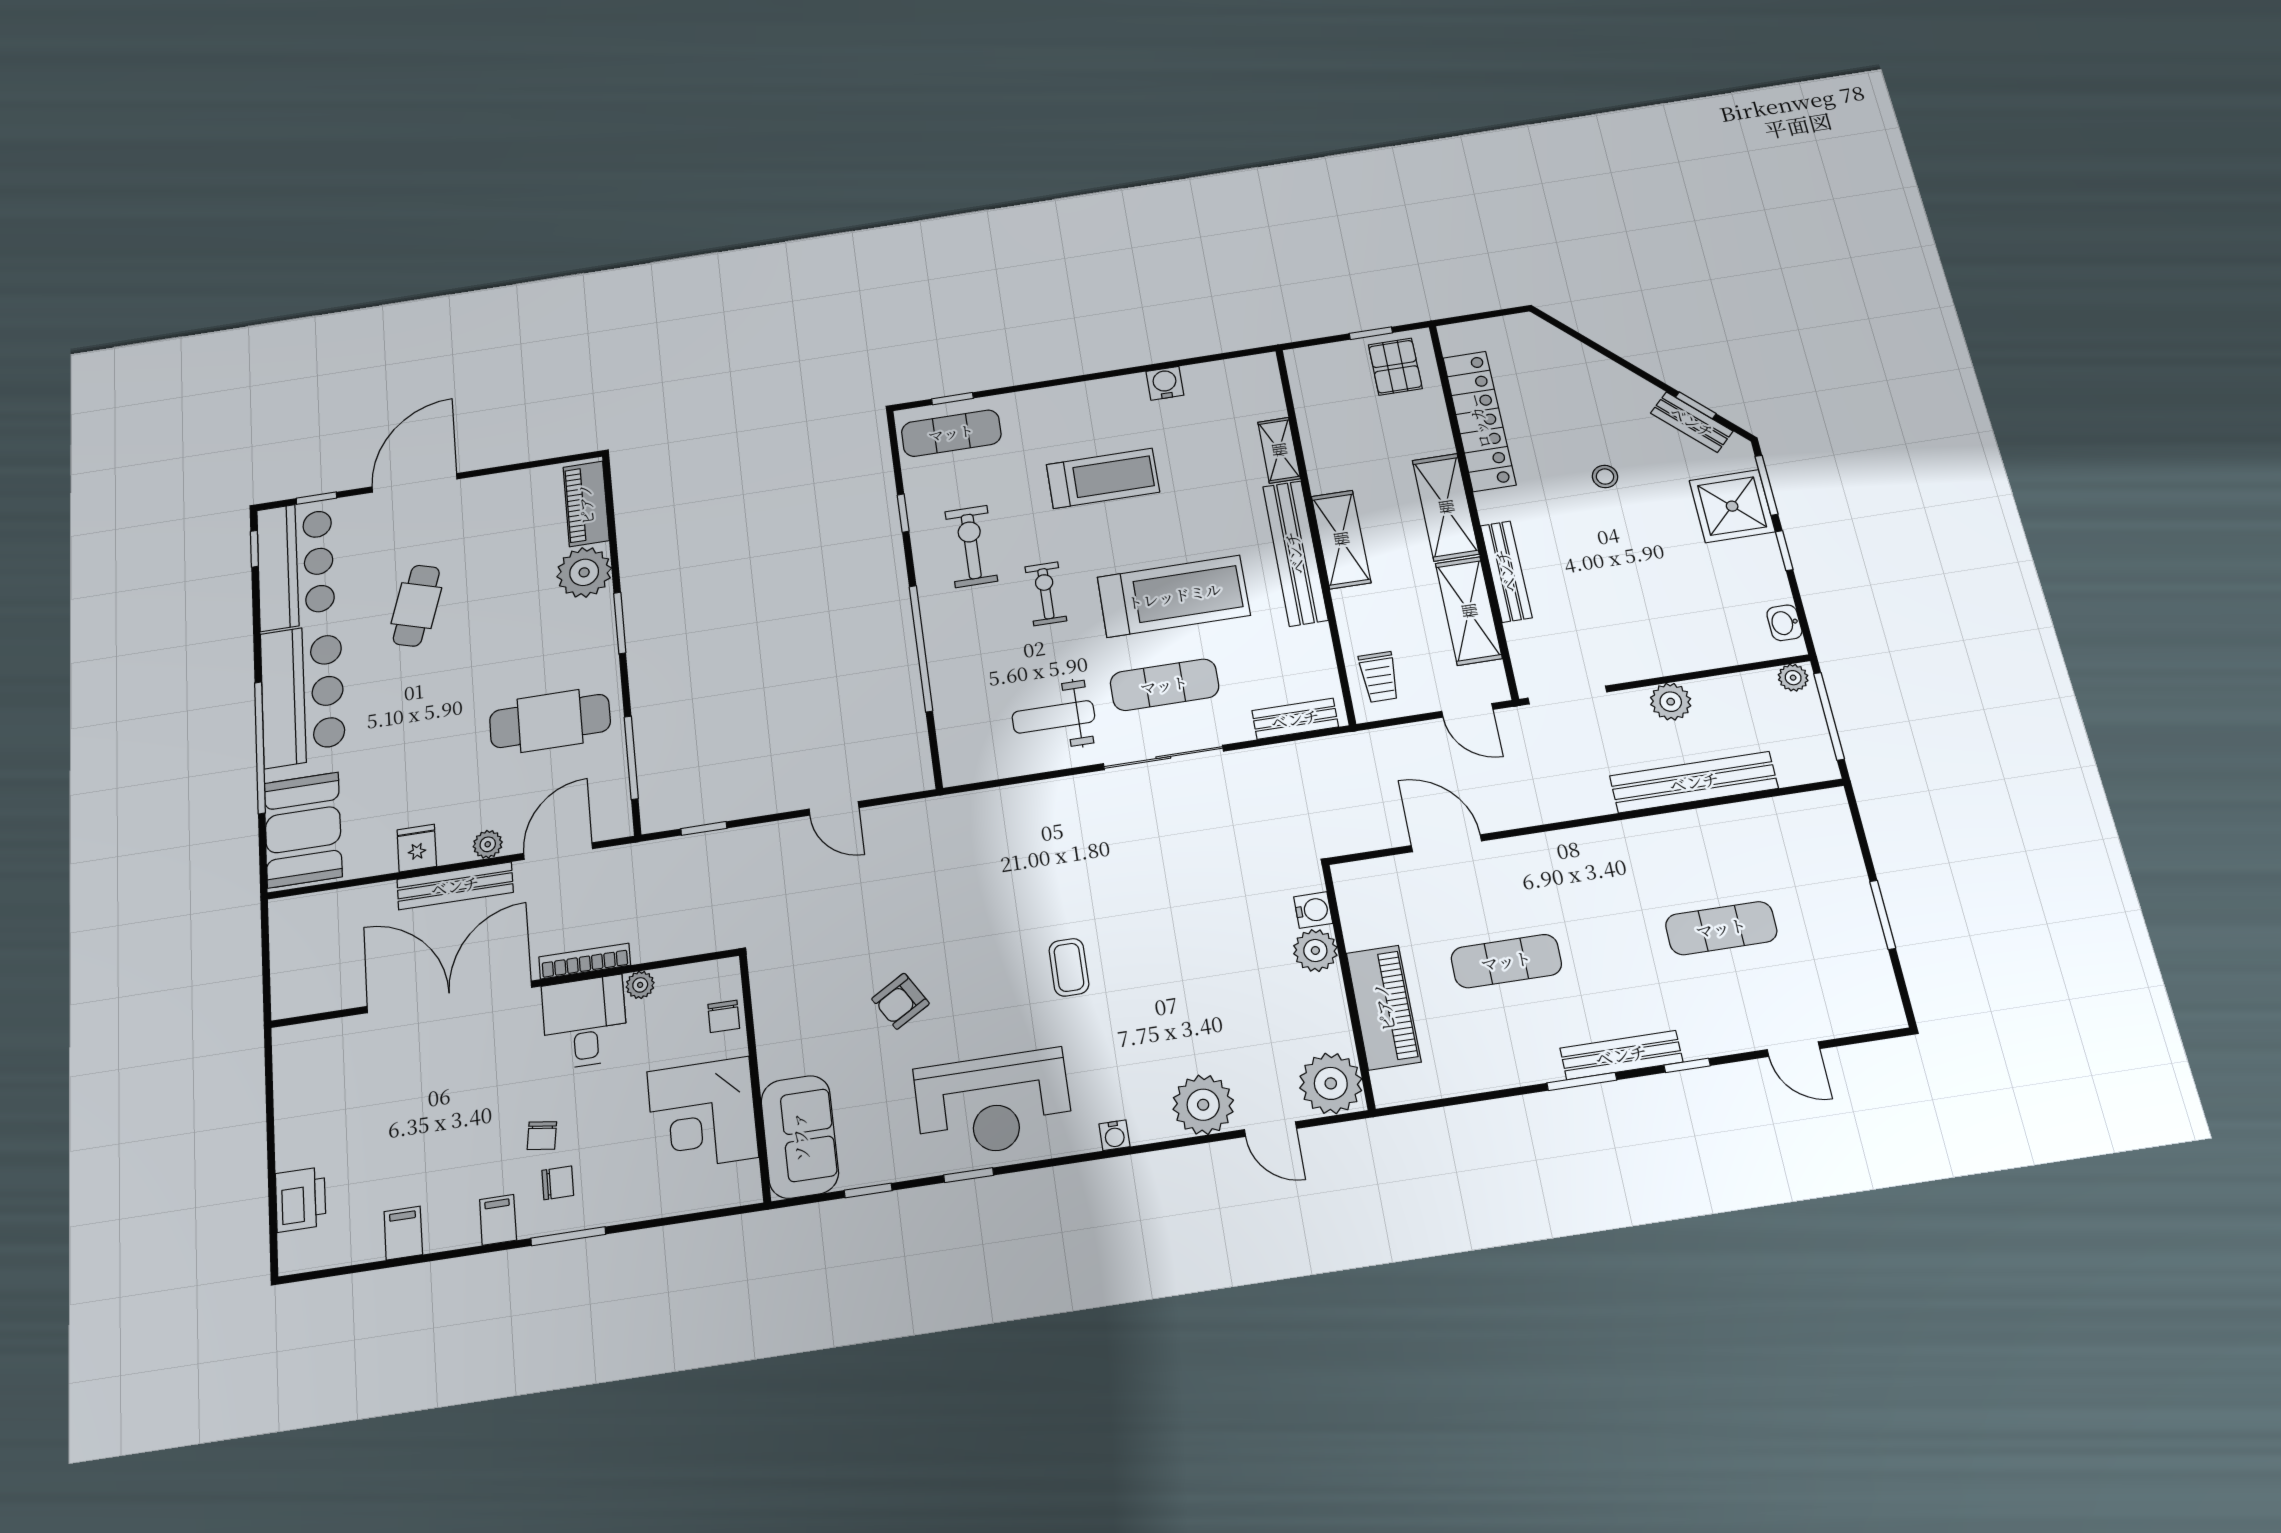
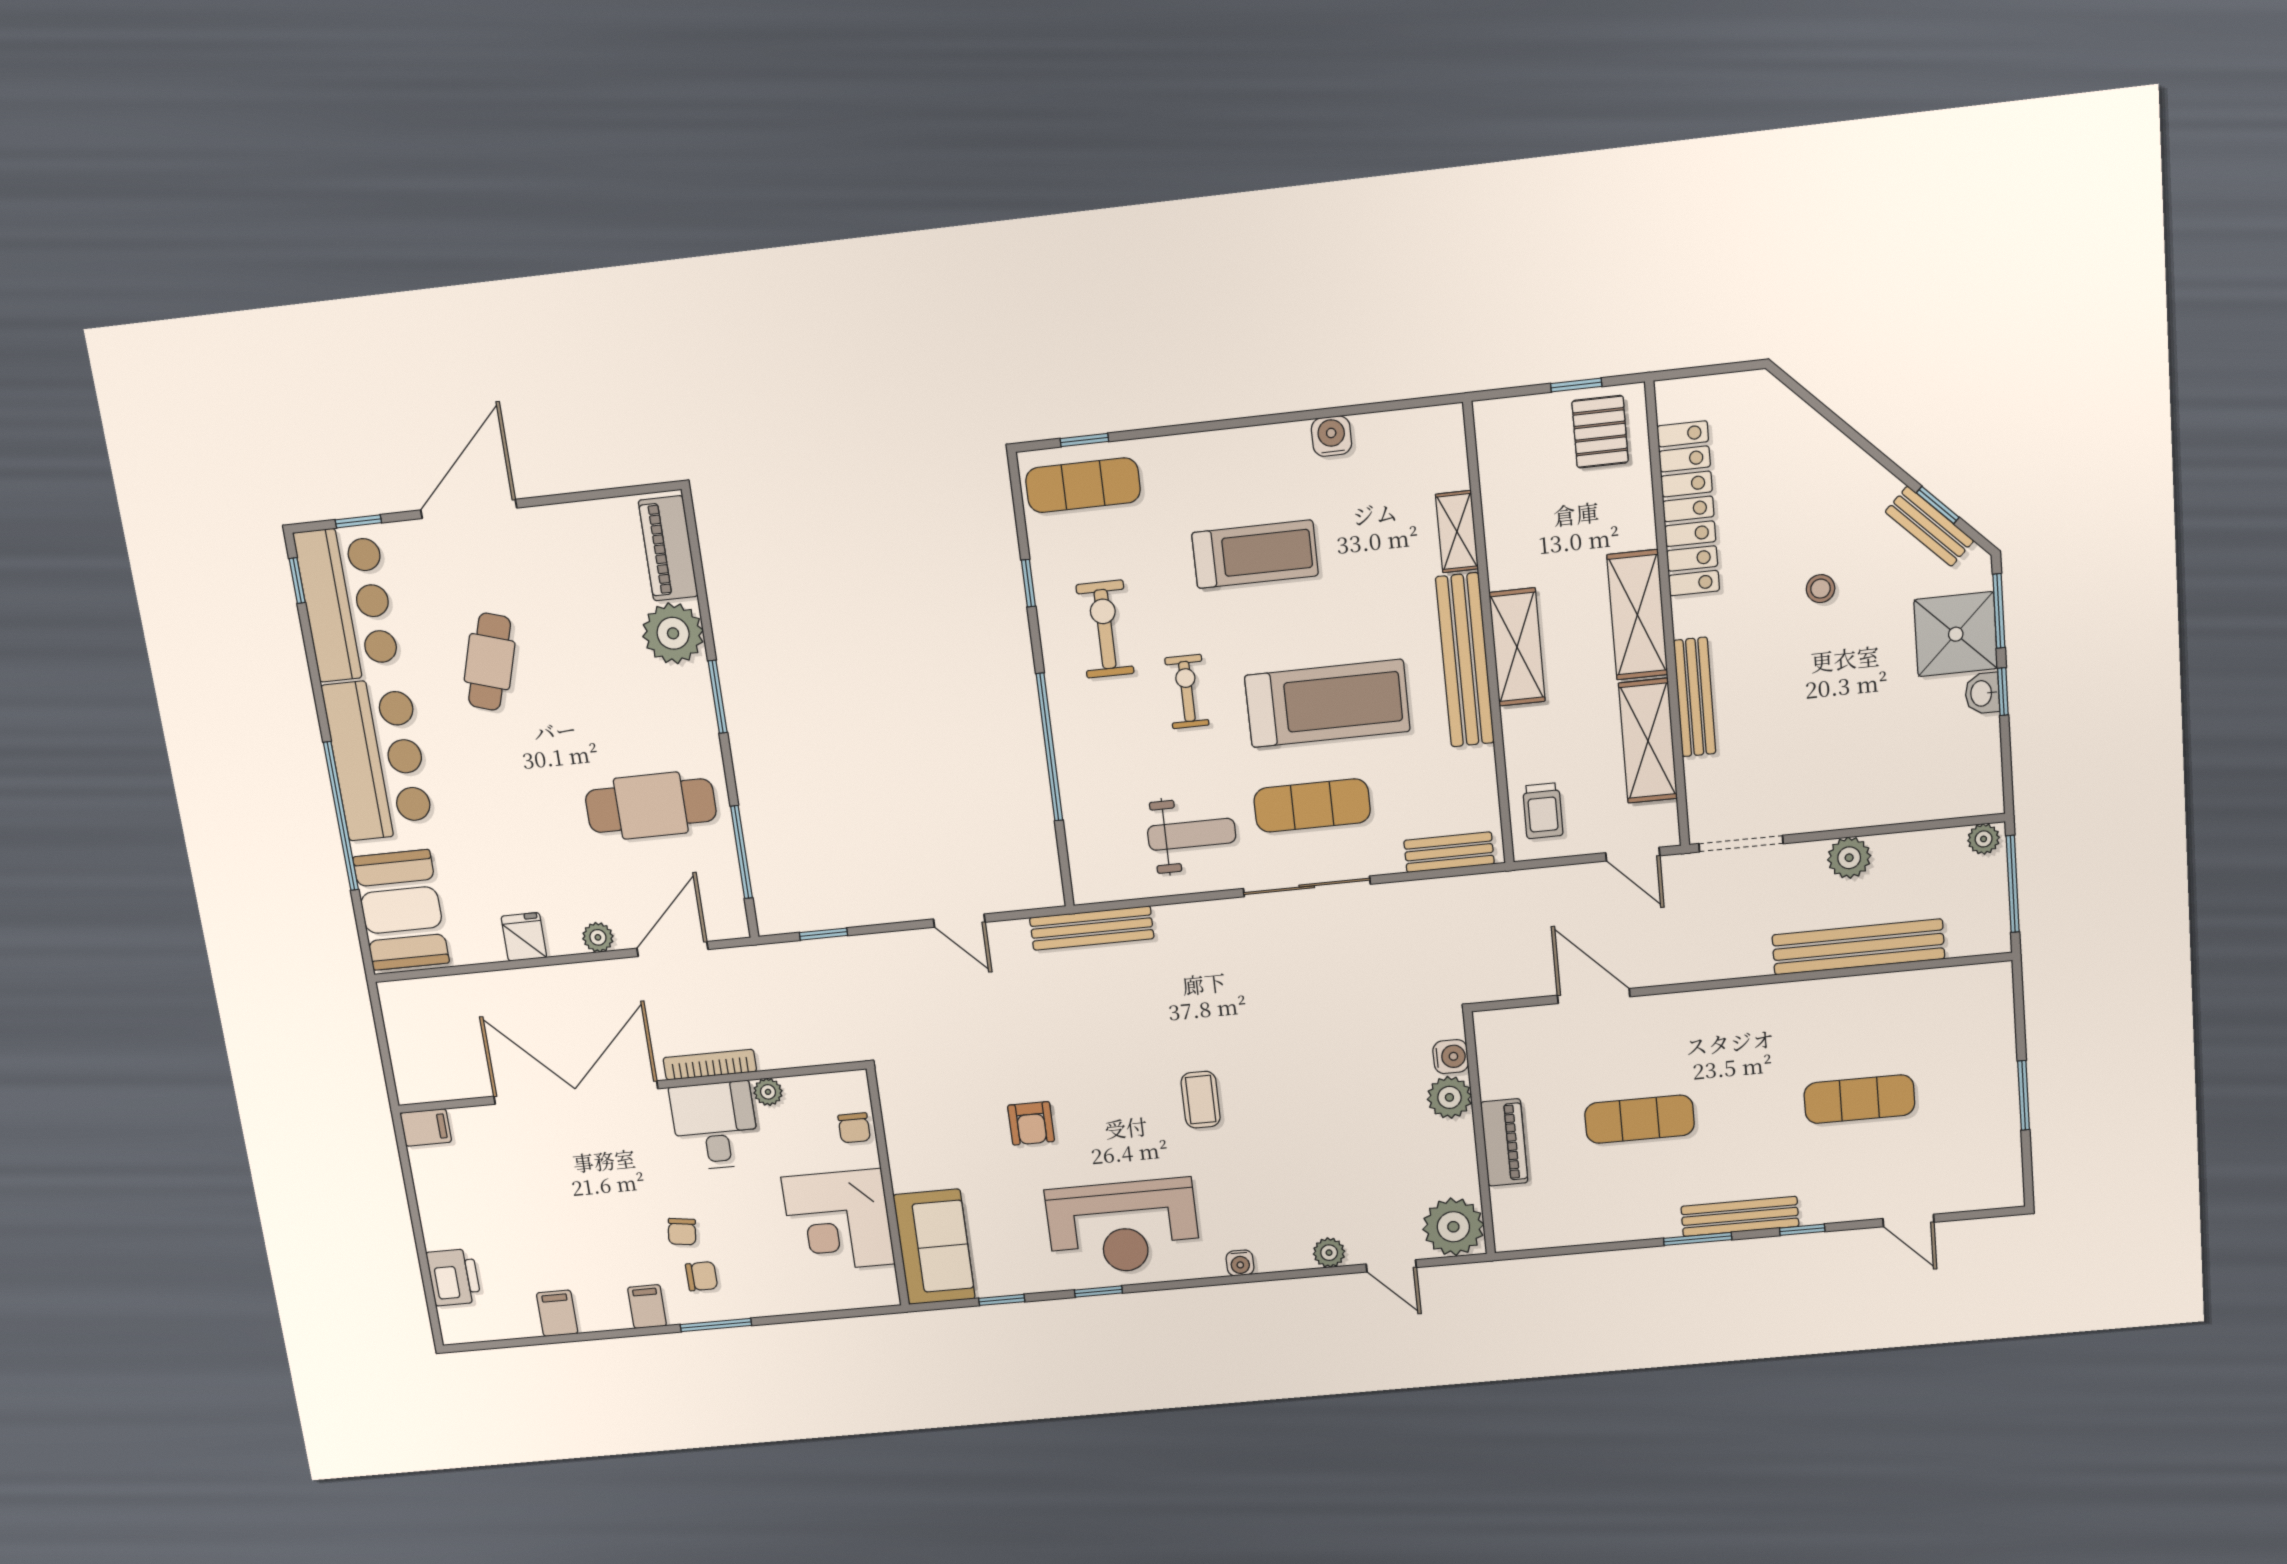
washbasin: (1784, 623) -> (1982, 693), moved
weight bench: (1053, 717) -> (1192, 834), turned 180
bench: (455, 886) -> (1092, 928), moved
armchair: (900, 1001) -> (1031, 1123), turned -59
piano: (1384, 1007) -> (1504, 1142), width x0.73, depth x0.75
filing cabinet: (295, 1041) -> (426, 1127), added
plant: (1203, 1105) -> (1329, 1253), width x0.53, depth x0.53

